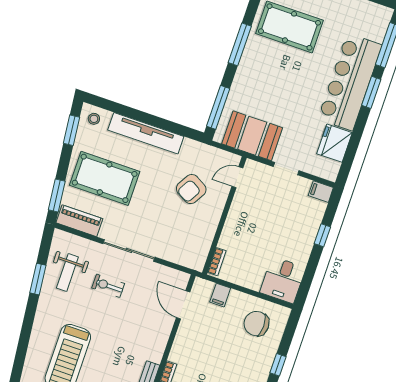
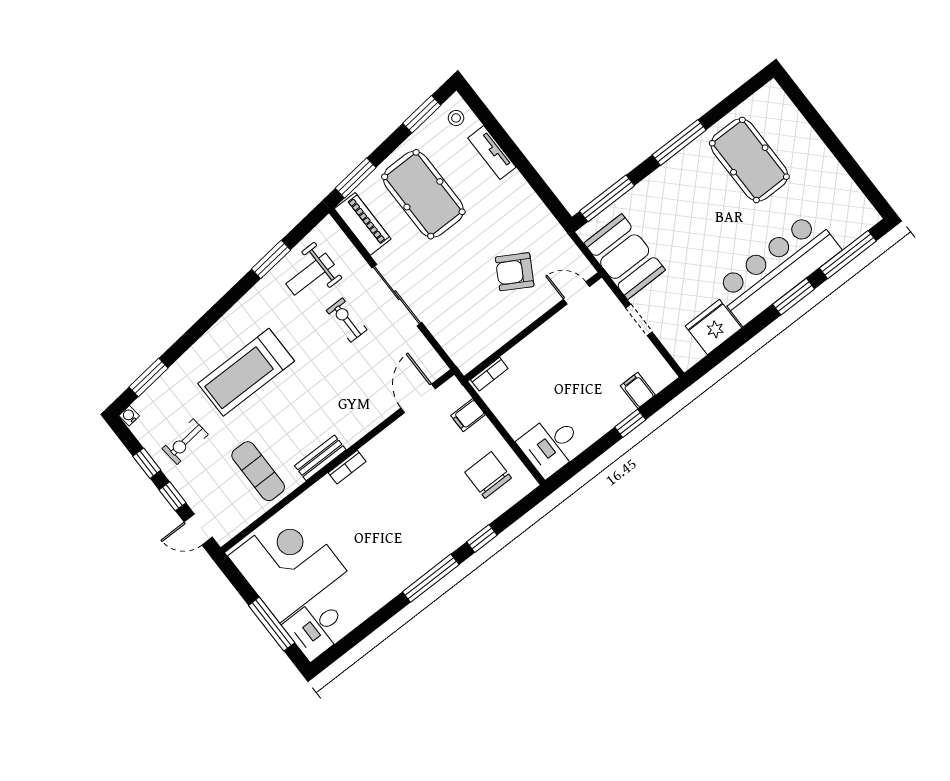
tv unit: (146, 133) -> (492, 153), width x0.52, depth x0.78
filing cabinet: (321, 192) -> (638, 390), moved

